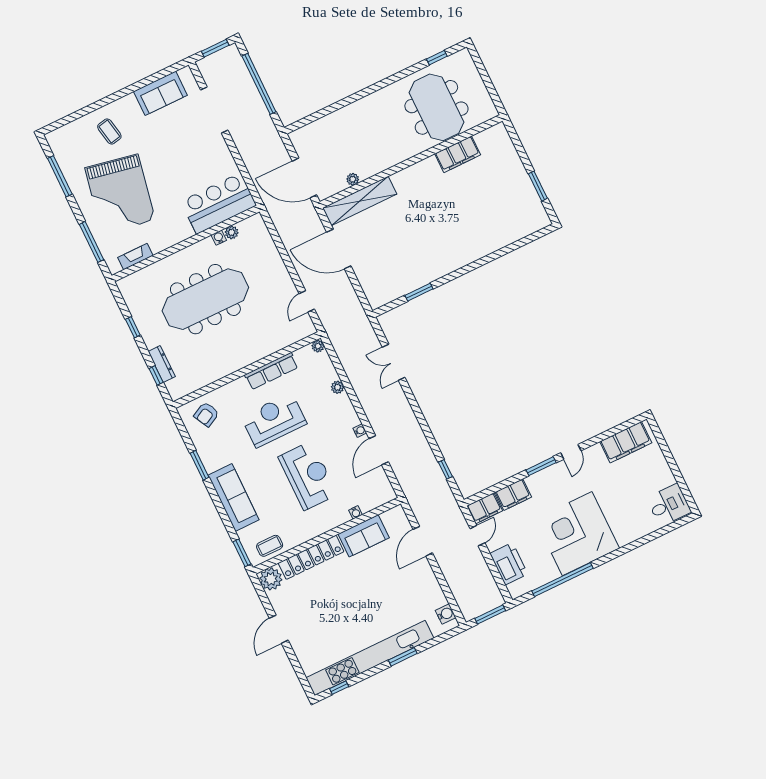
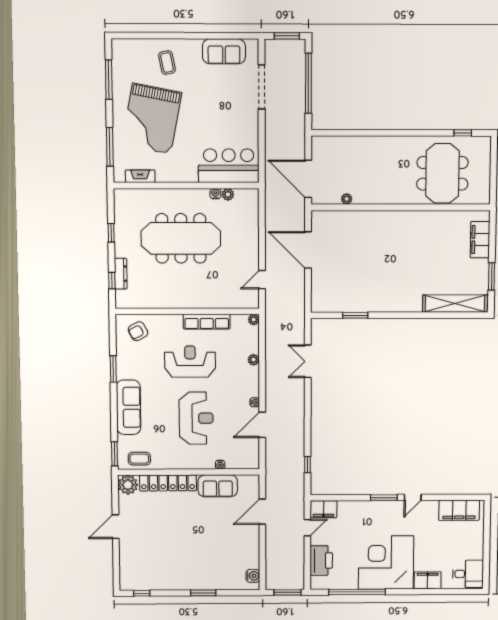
filing cabinet: (458, 154) -> (480, 240), moved, turned 90
shelving: (360, 201) -> (455, 304), moved
filing cabinet: (513, 495) -> (428, 580), moved, turned 180
kitchen unit: (370, 658) -> (177, 582), removed

